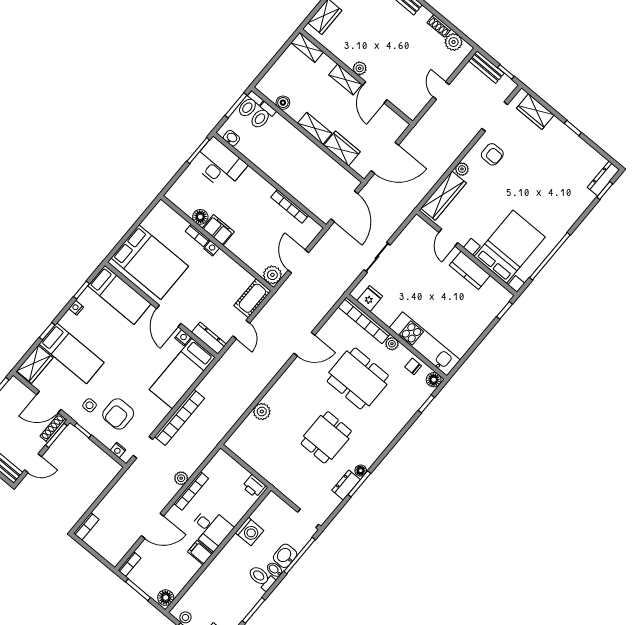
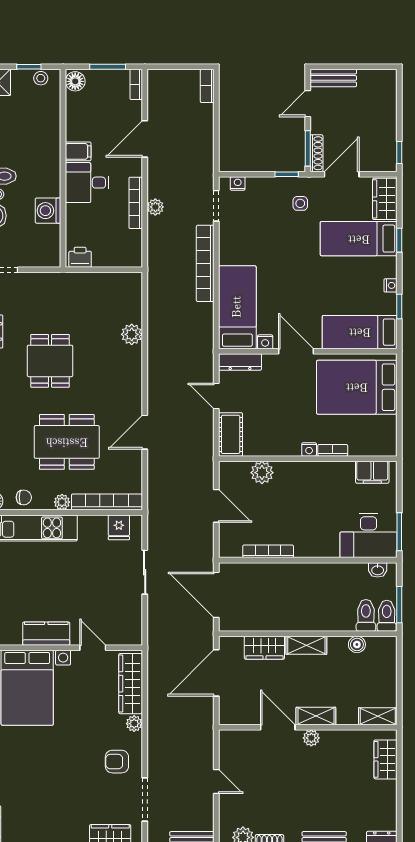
floor lamp: (200, 217) -> (345, 470), removed
filing cabinet: (218, 230) -> (372, 472), moved
plant: (272, 275) -> (262, 473), moved
armchair: (118, 414) -> (266, 218), removed

